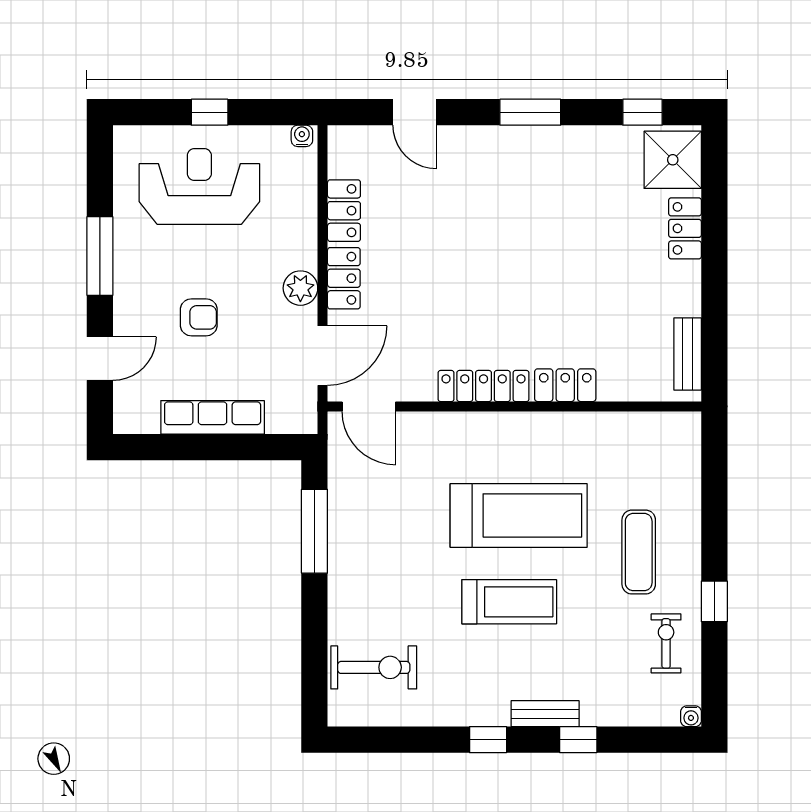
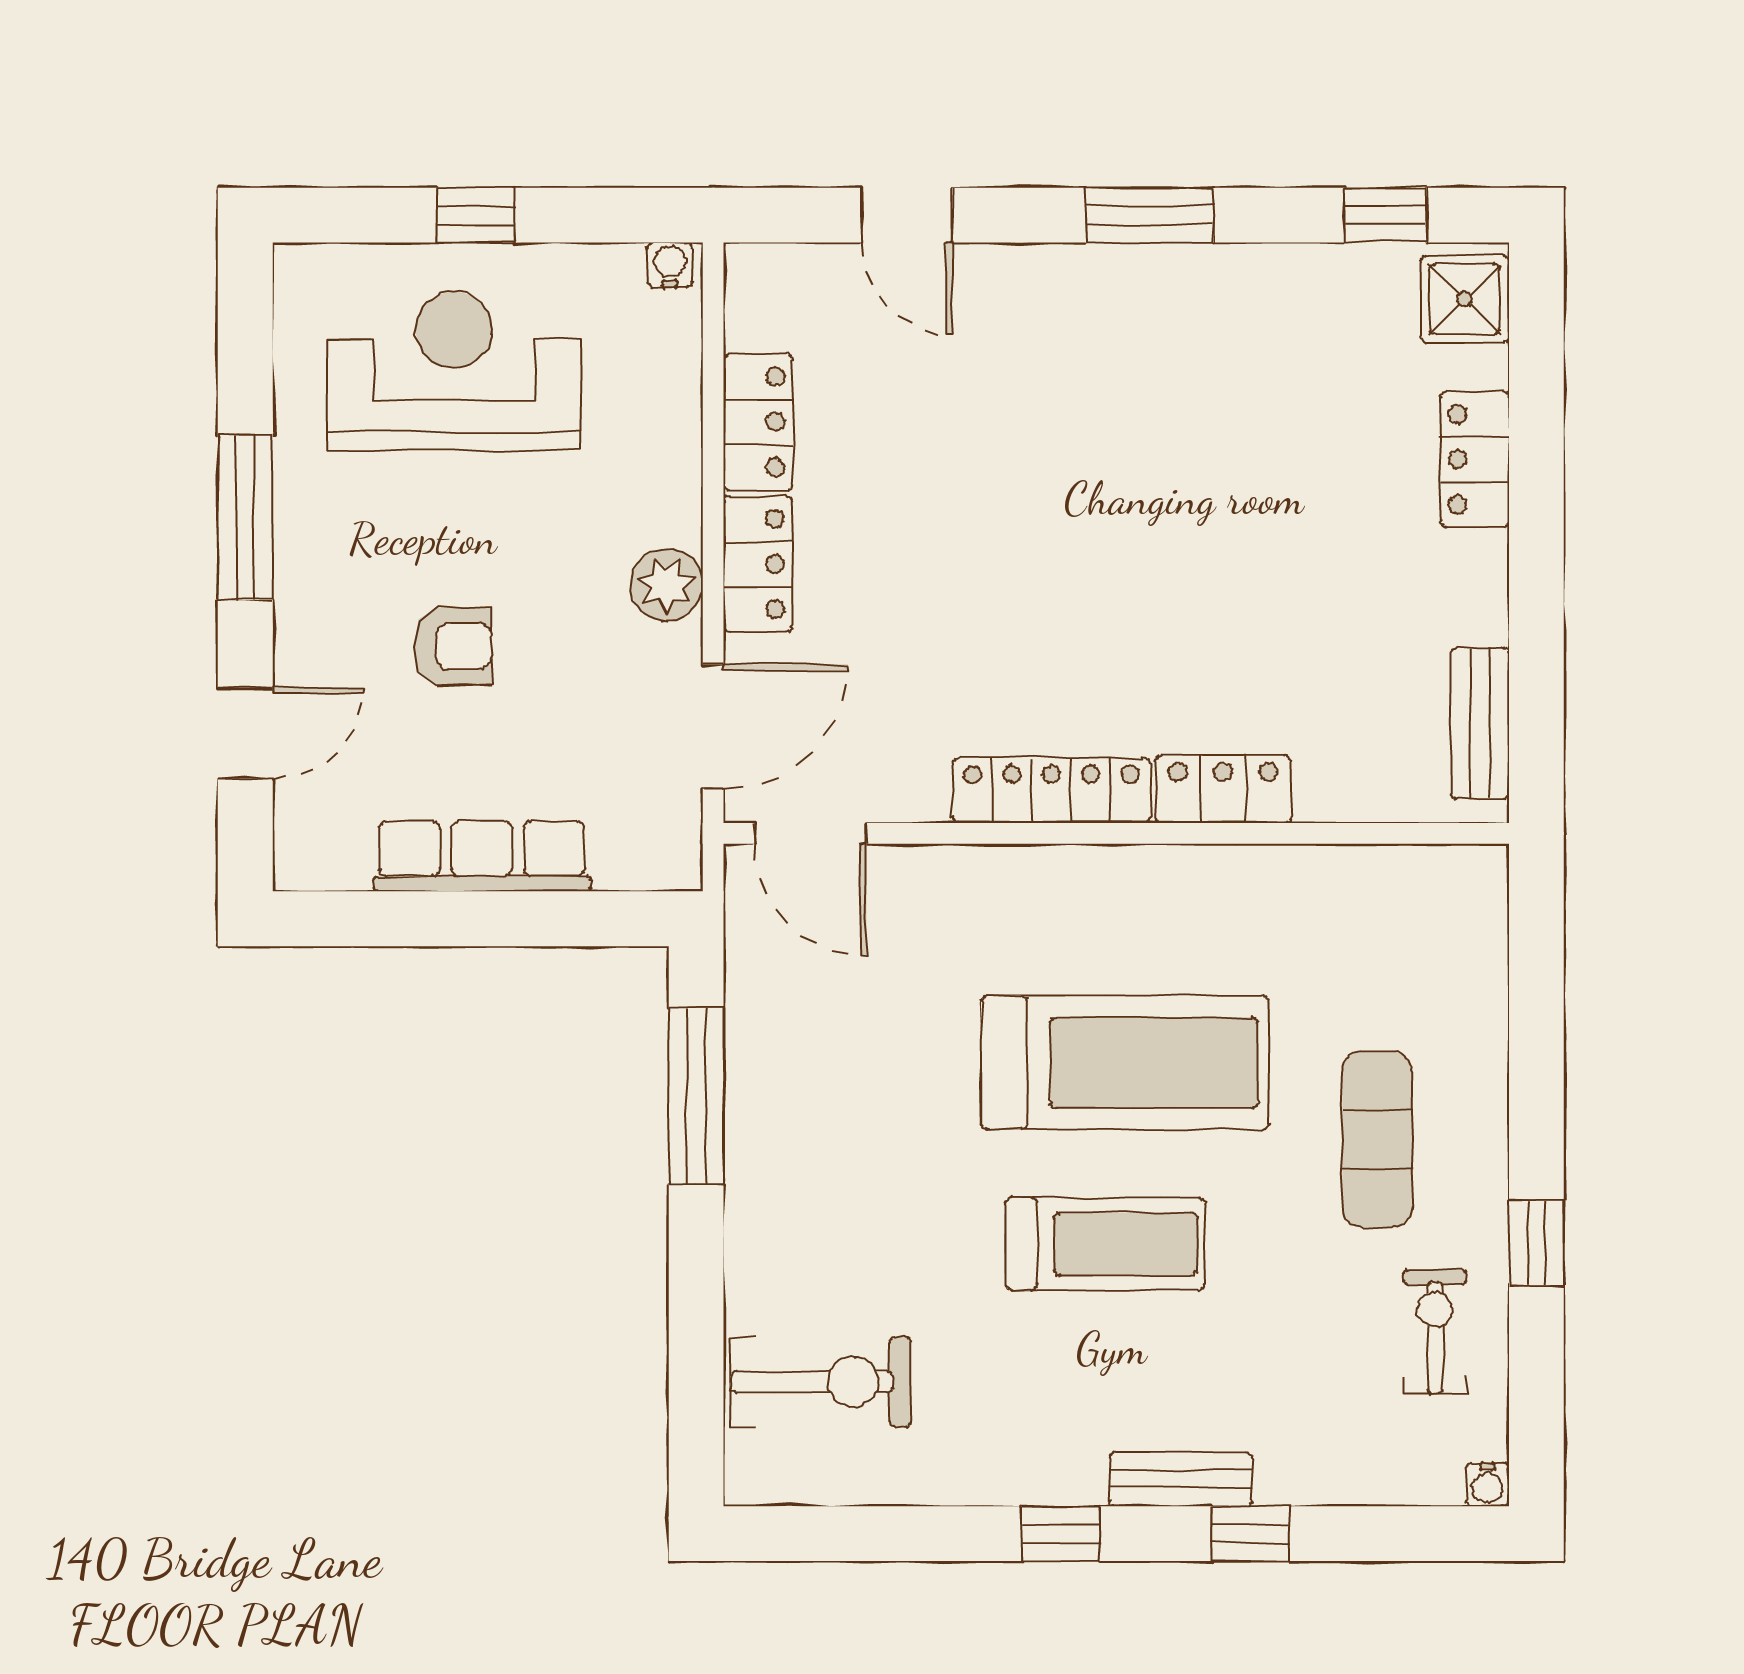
shower: (673, 160) -> (1465, 299), width x0.73, depth x0.73

